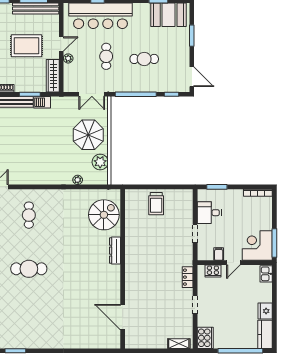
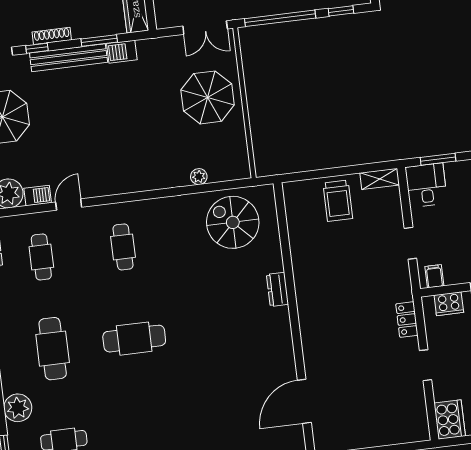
plant: (100, 162) -> (234, 141), removed
desk: (209, 213) -> (426, 185), moved, turned 90
spiral stairs: (104, 215) -> (233, 222), moved, turned -90
dresser: (115, 251) -> (277, 289), width x0.70
filing cabinet: (219, 254) -> (434, 276), moved
door: (123, 317) -> (304, 401), hinge flipped
shelving: (179, 344) -> (380, 179), moved

